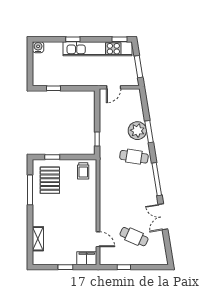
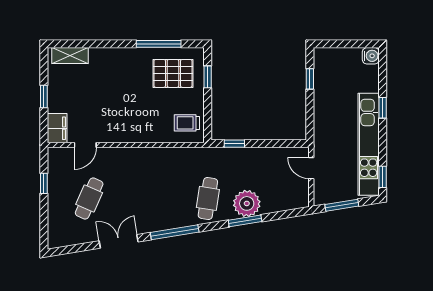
shelving: (38, 239) -> (70, 56), moved

